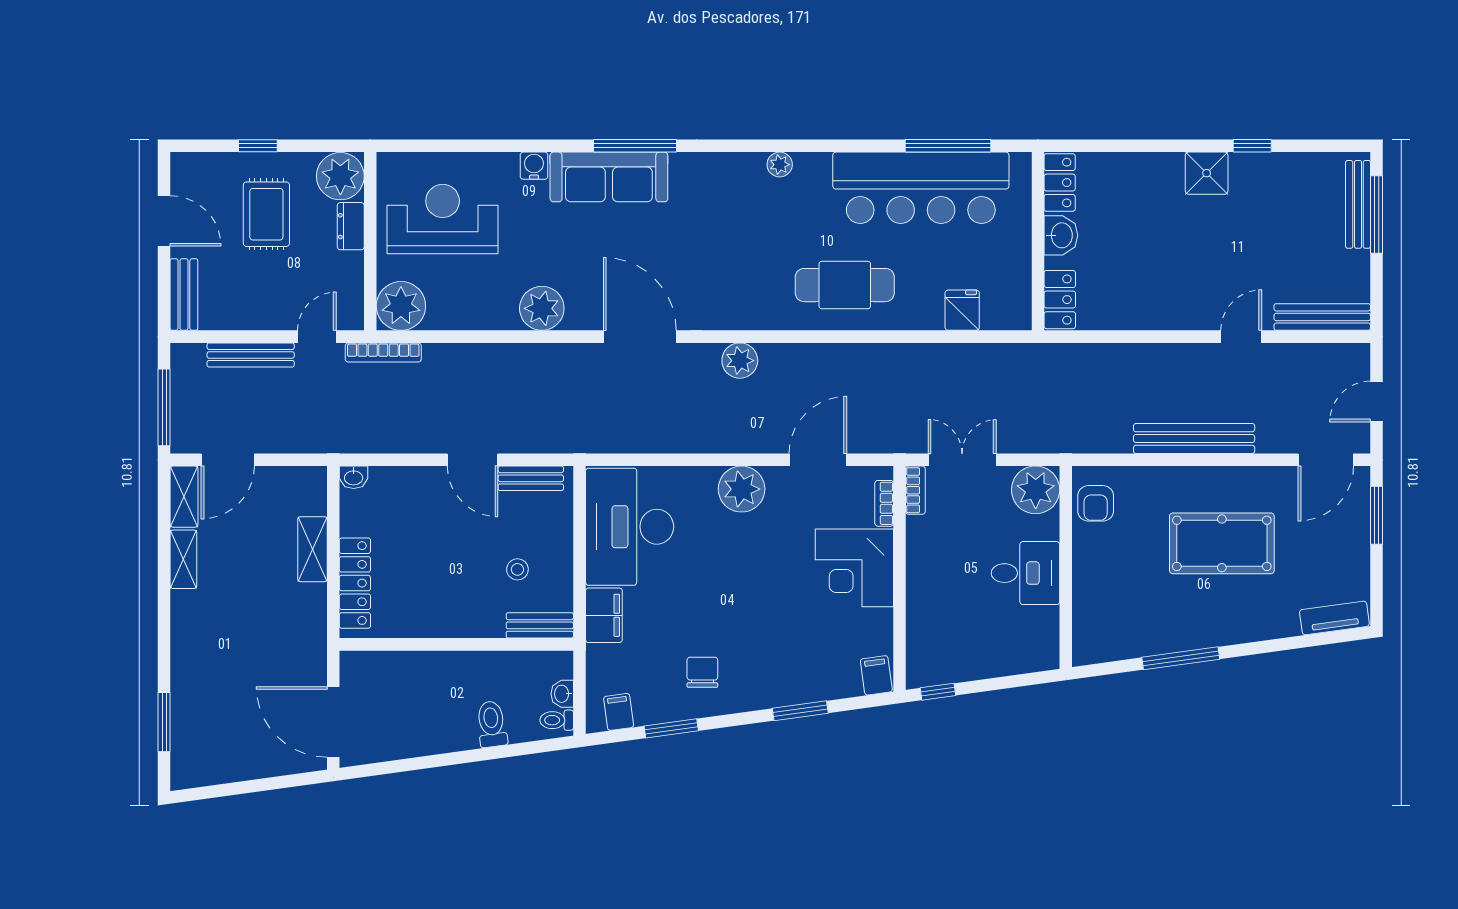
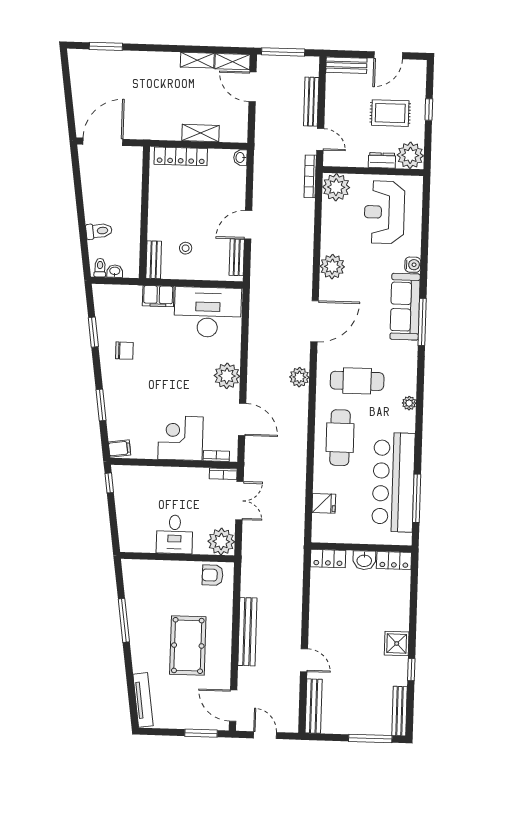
bench: (1358, 204) -> (400, 711), moved, turned 90
reception desk: (443, 219) -> (384, 212), turned 180
cafe table: (743, 258) -> (357, 381), added
tv unit: (1334, 618) -> (143, 700), width x1.41
filing cabinet: (619, 712) -> (104, 303), removed

